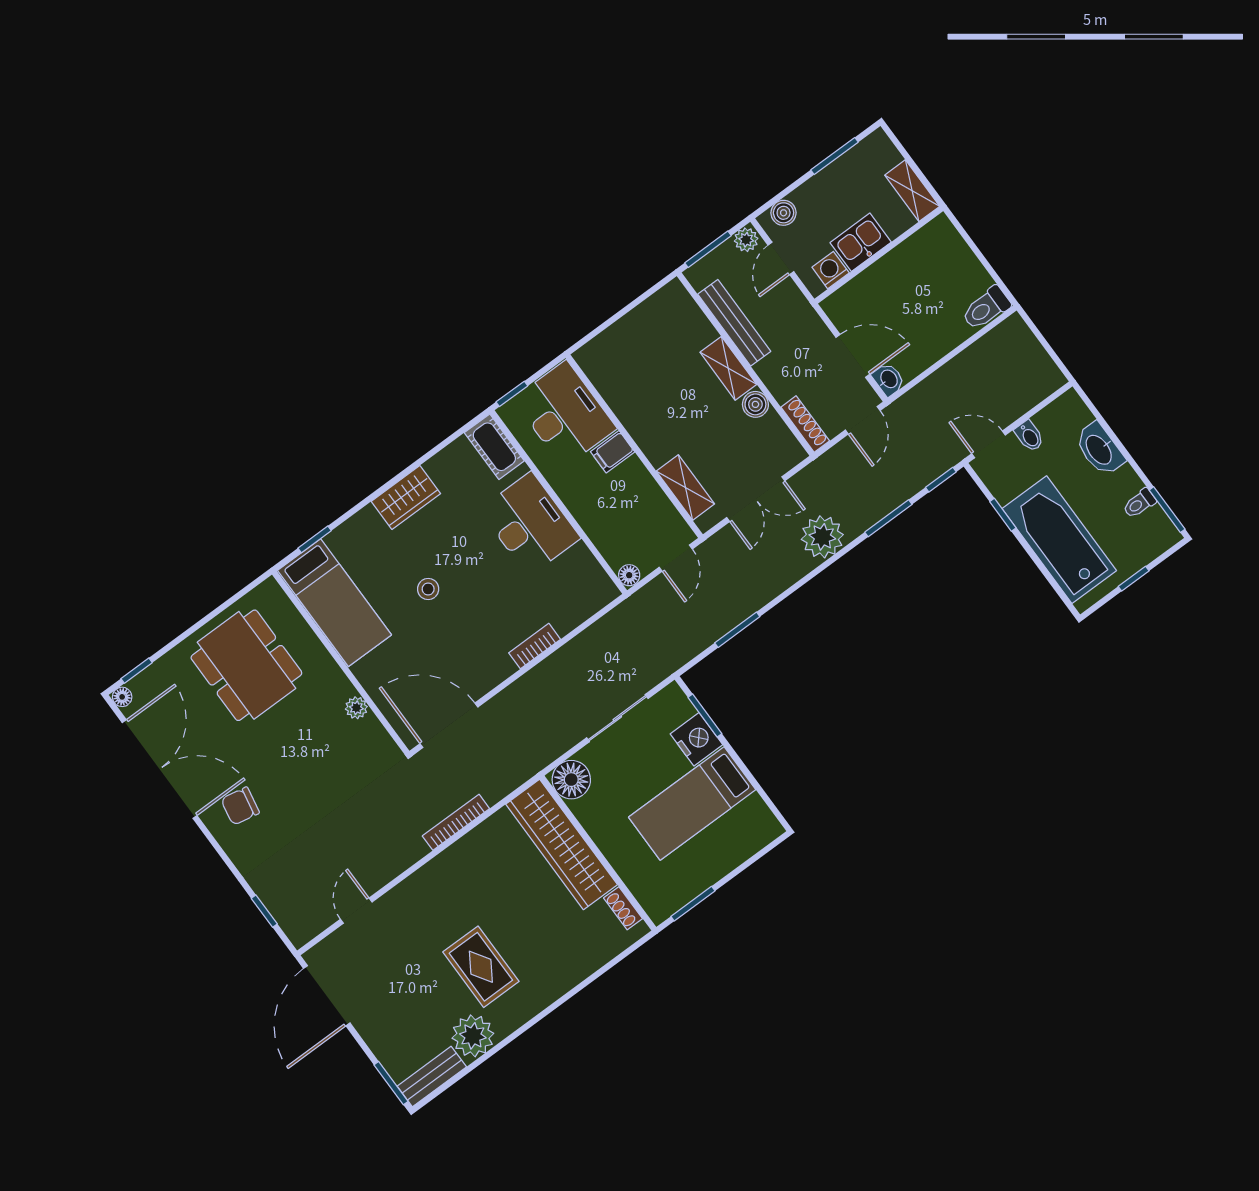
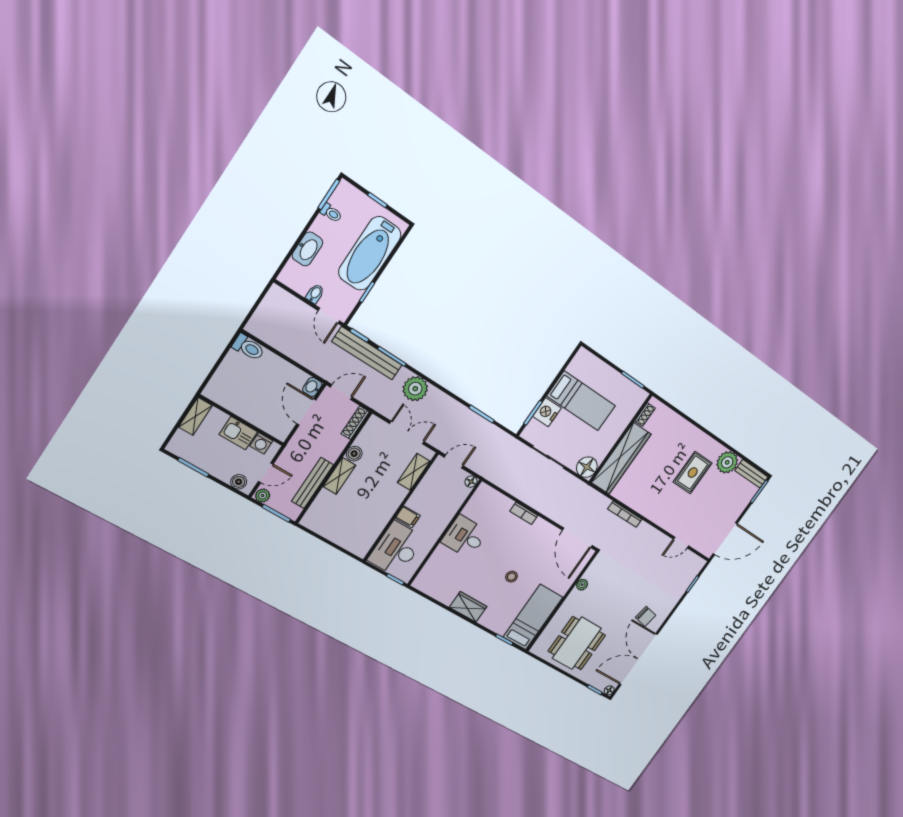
cot: (494, 447) -> (427, 576), removed
bench: (908, 481) -> (367, 353), added
desk: (530, 524) -> (465, 537), width x0.73

